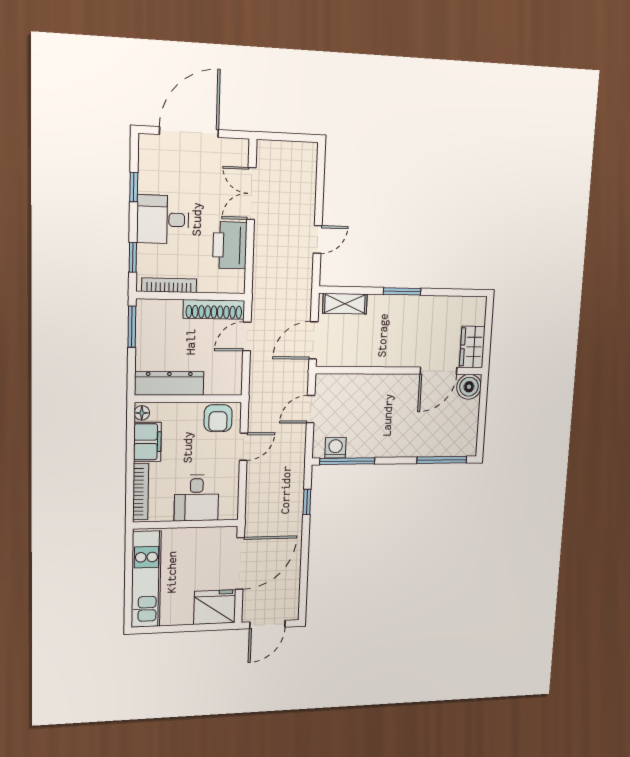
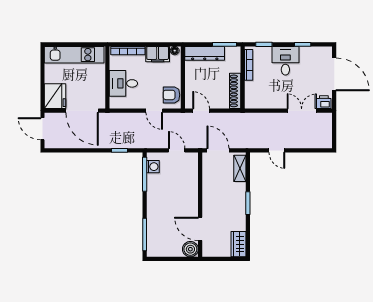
printer: (230, 245) -> (324, 102), moved, width x0.53, depth x0.68
door: (247, 336) -> (201, 111), moved
wardrobe: (472, 347) -> (239, 244), moved, turned -90
dresser: (169, 383) -> (205, 53), moved, turned 90

